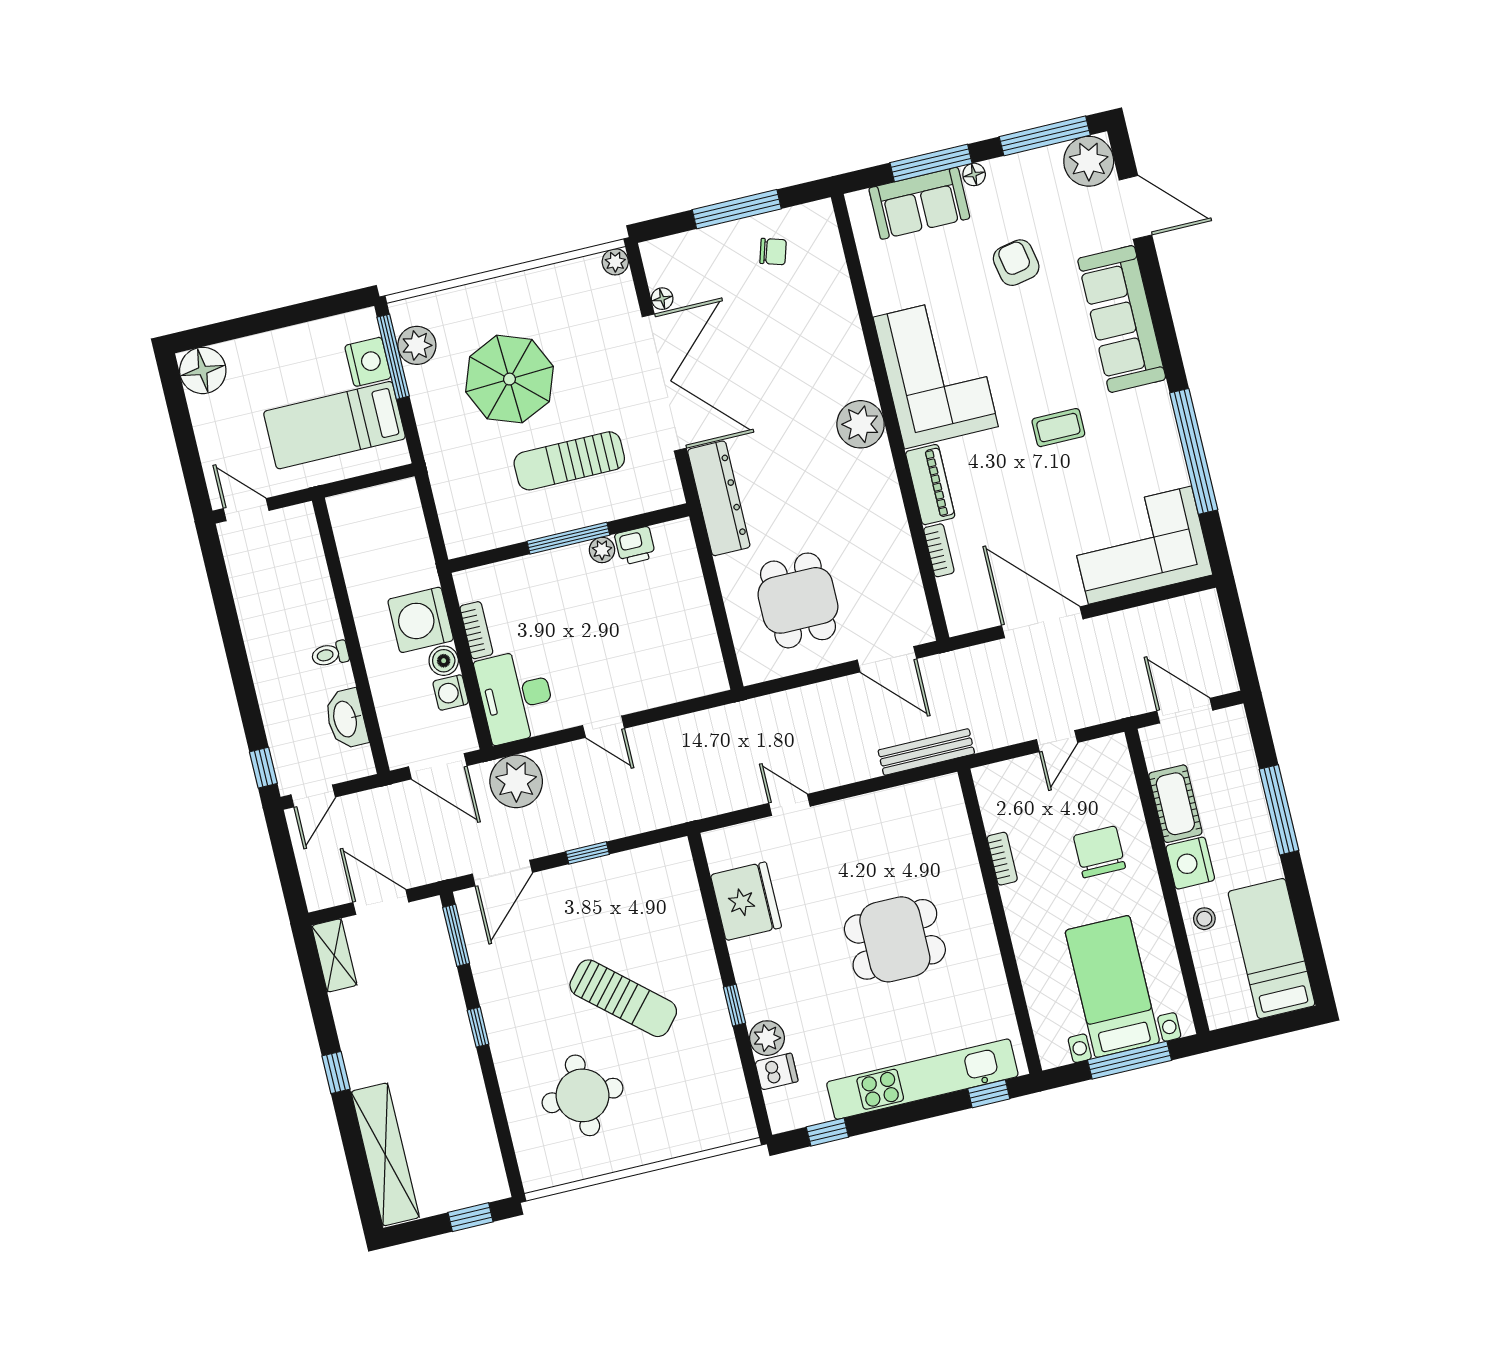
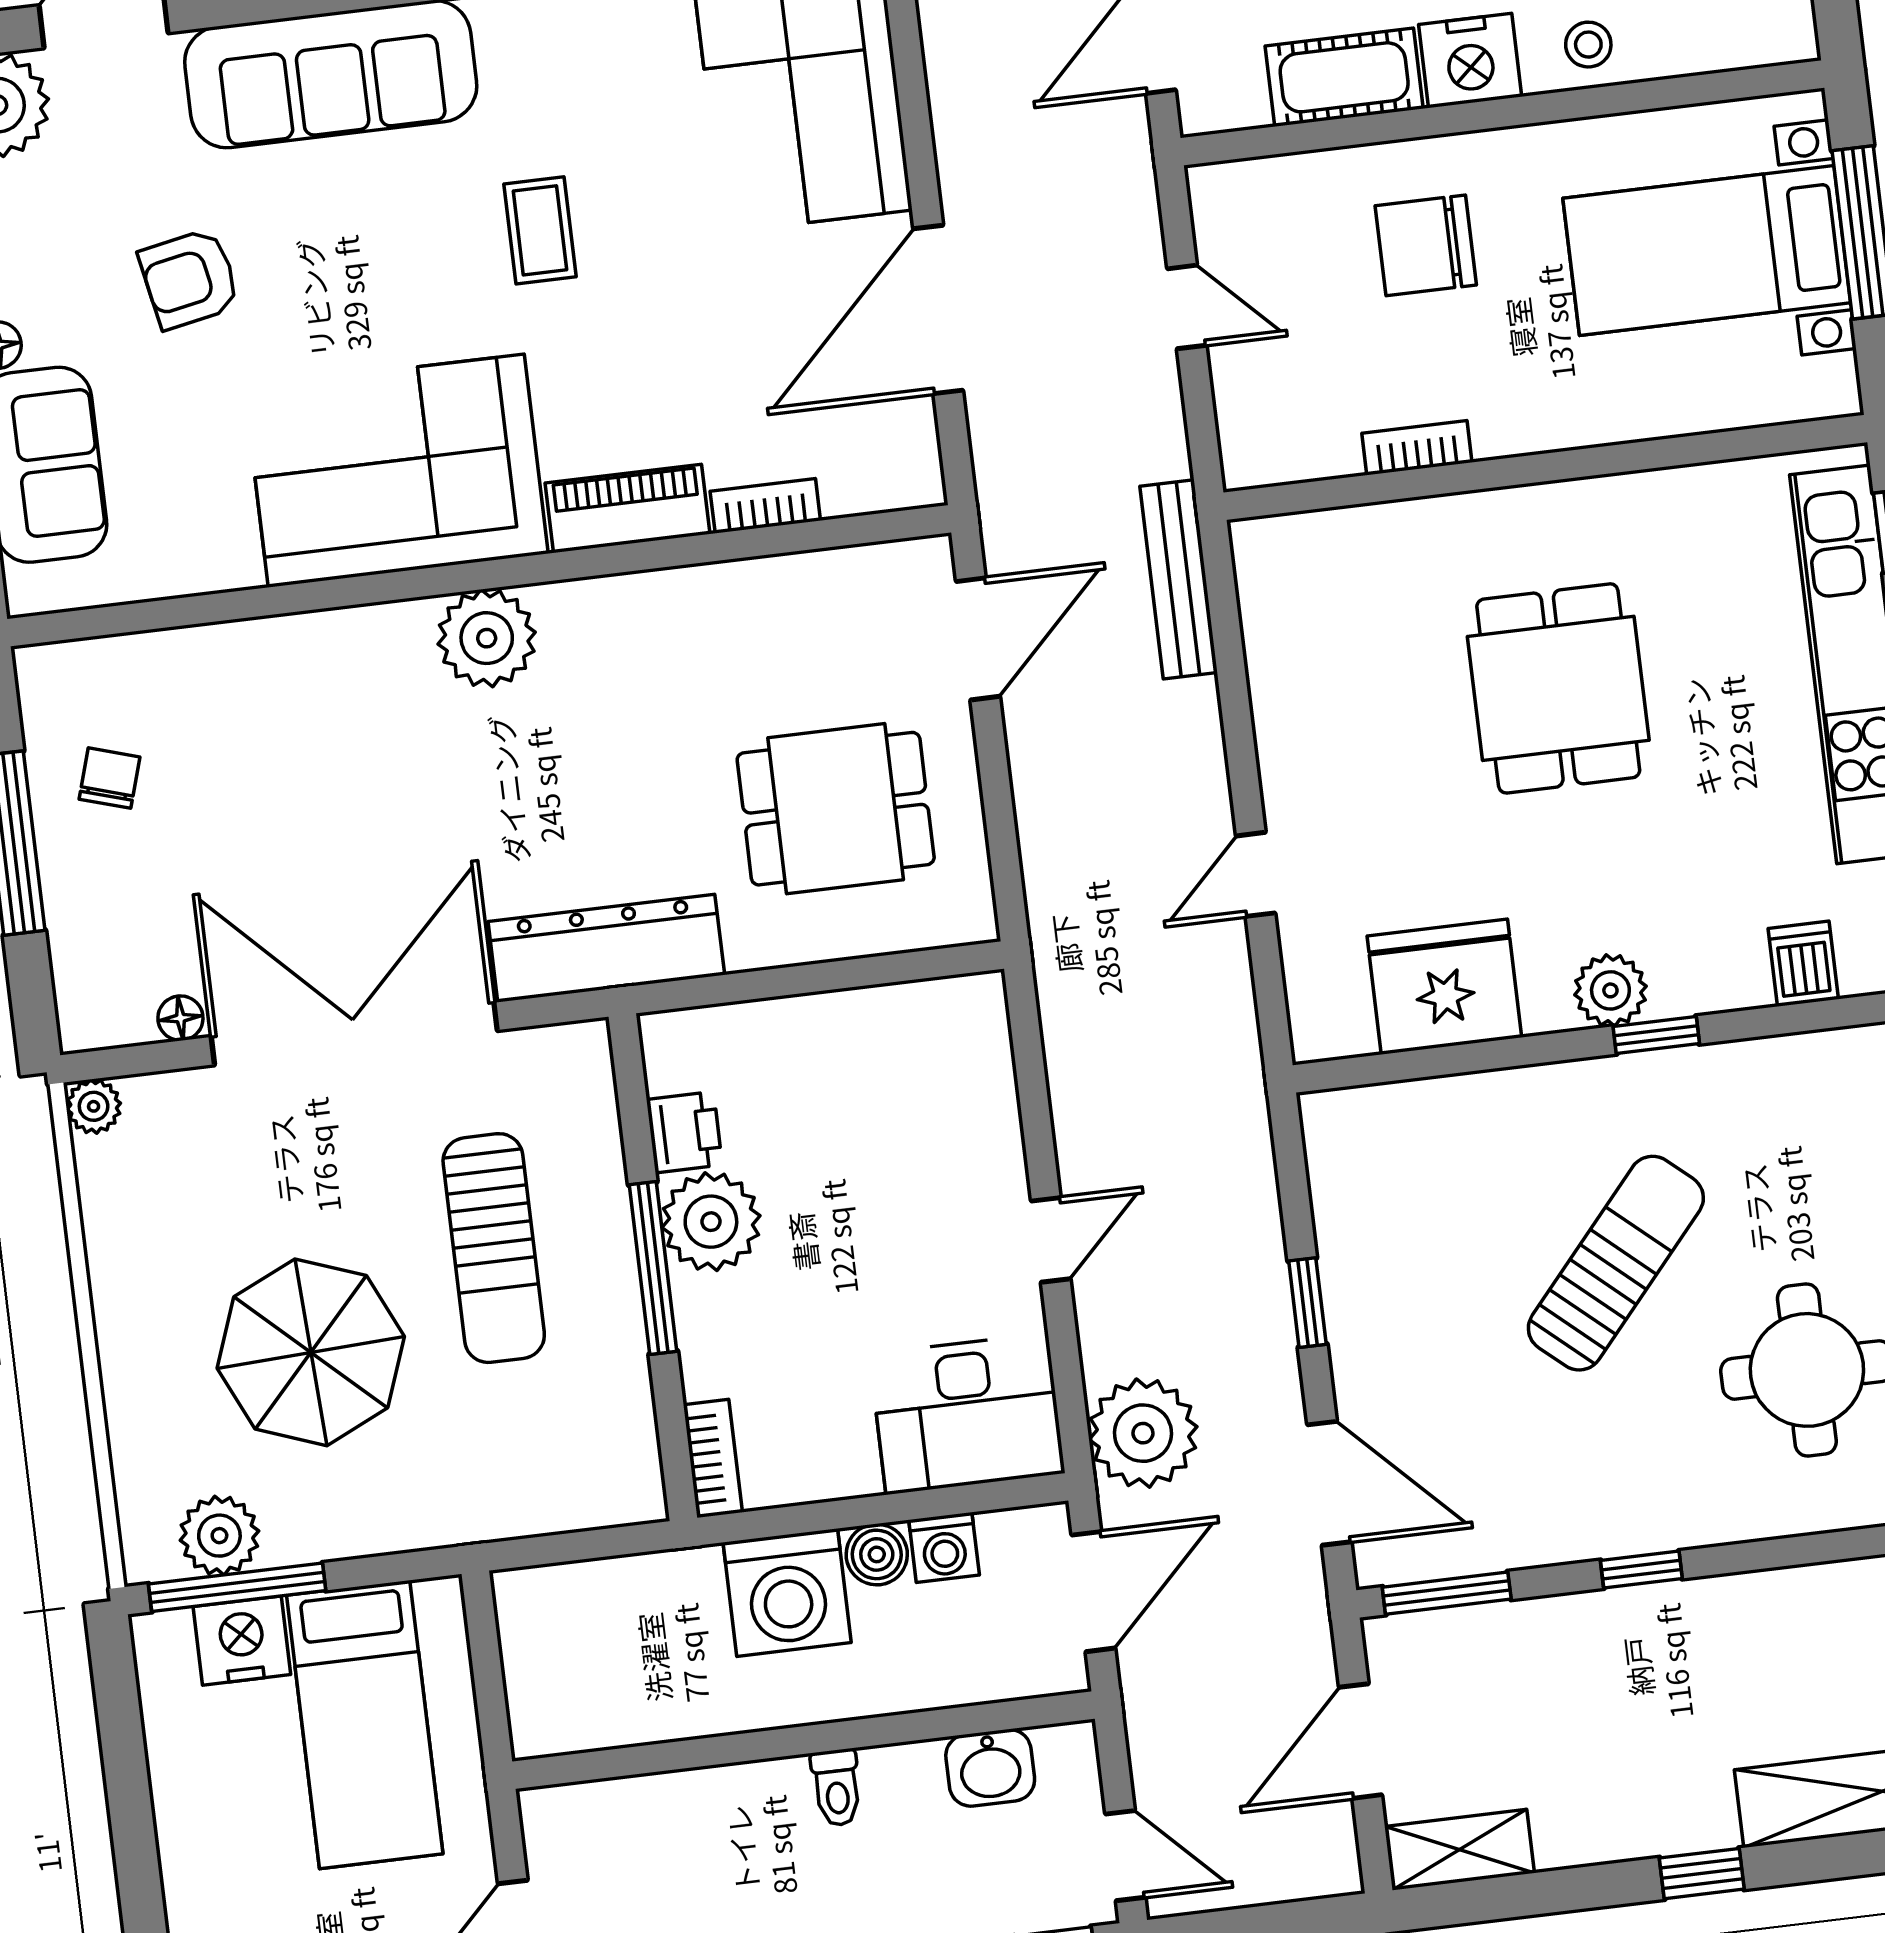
plant: (602, 550) -> (711, 1222), width x1.87, depth x1.87
bookcase: (476, 630) -> (713, 1458), moved, turned 90
washbasin: (346, 719) -> (990, 1768), width x0.72
plant: (767, 1038) -> (1610, 990), moved

